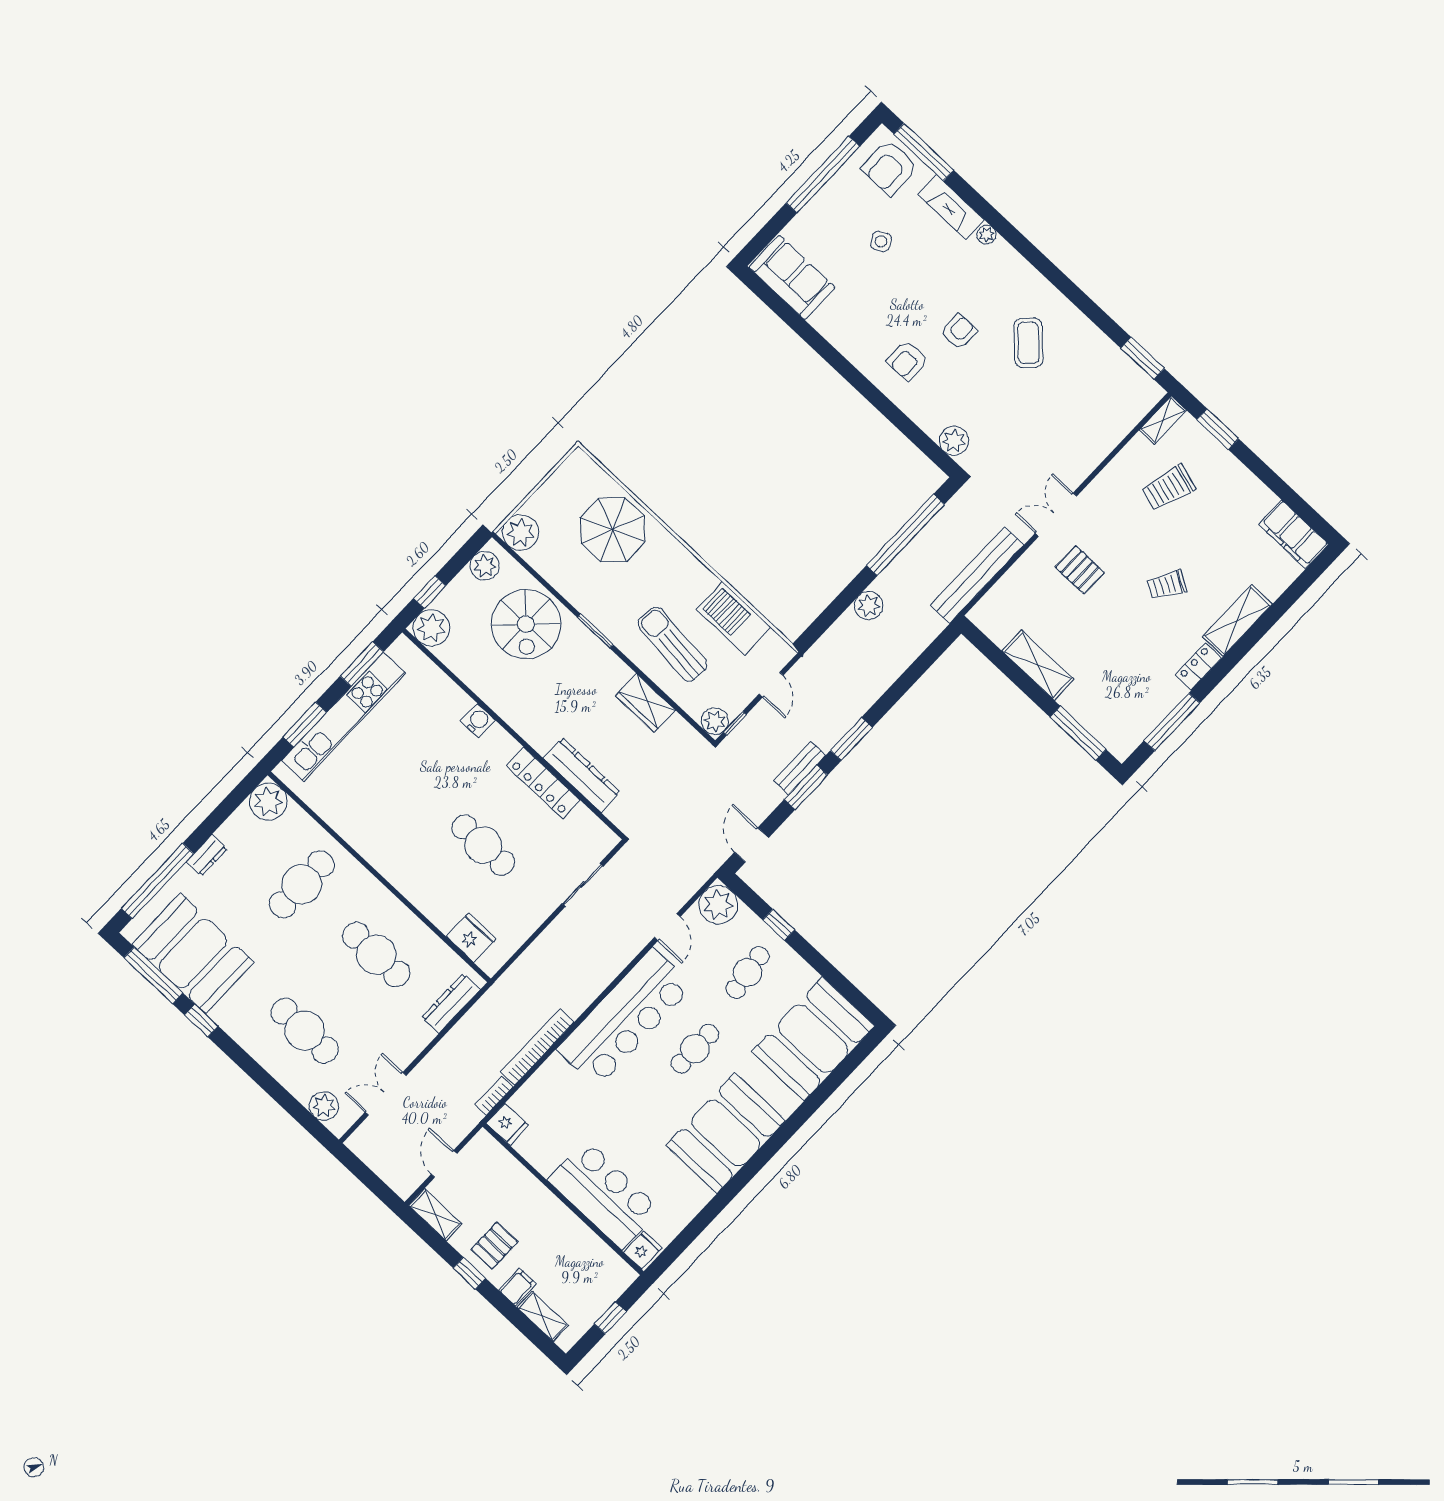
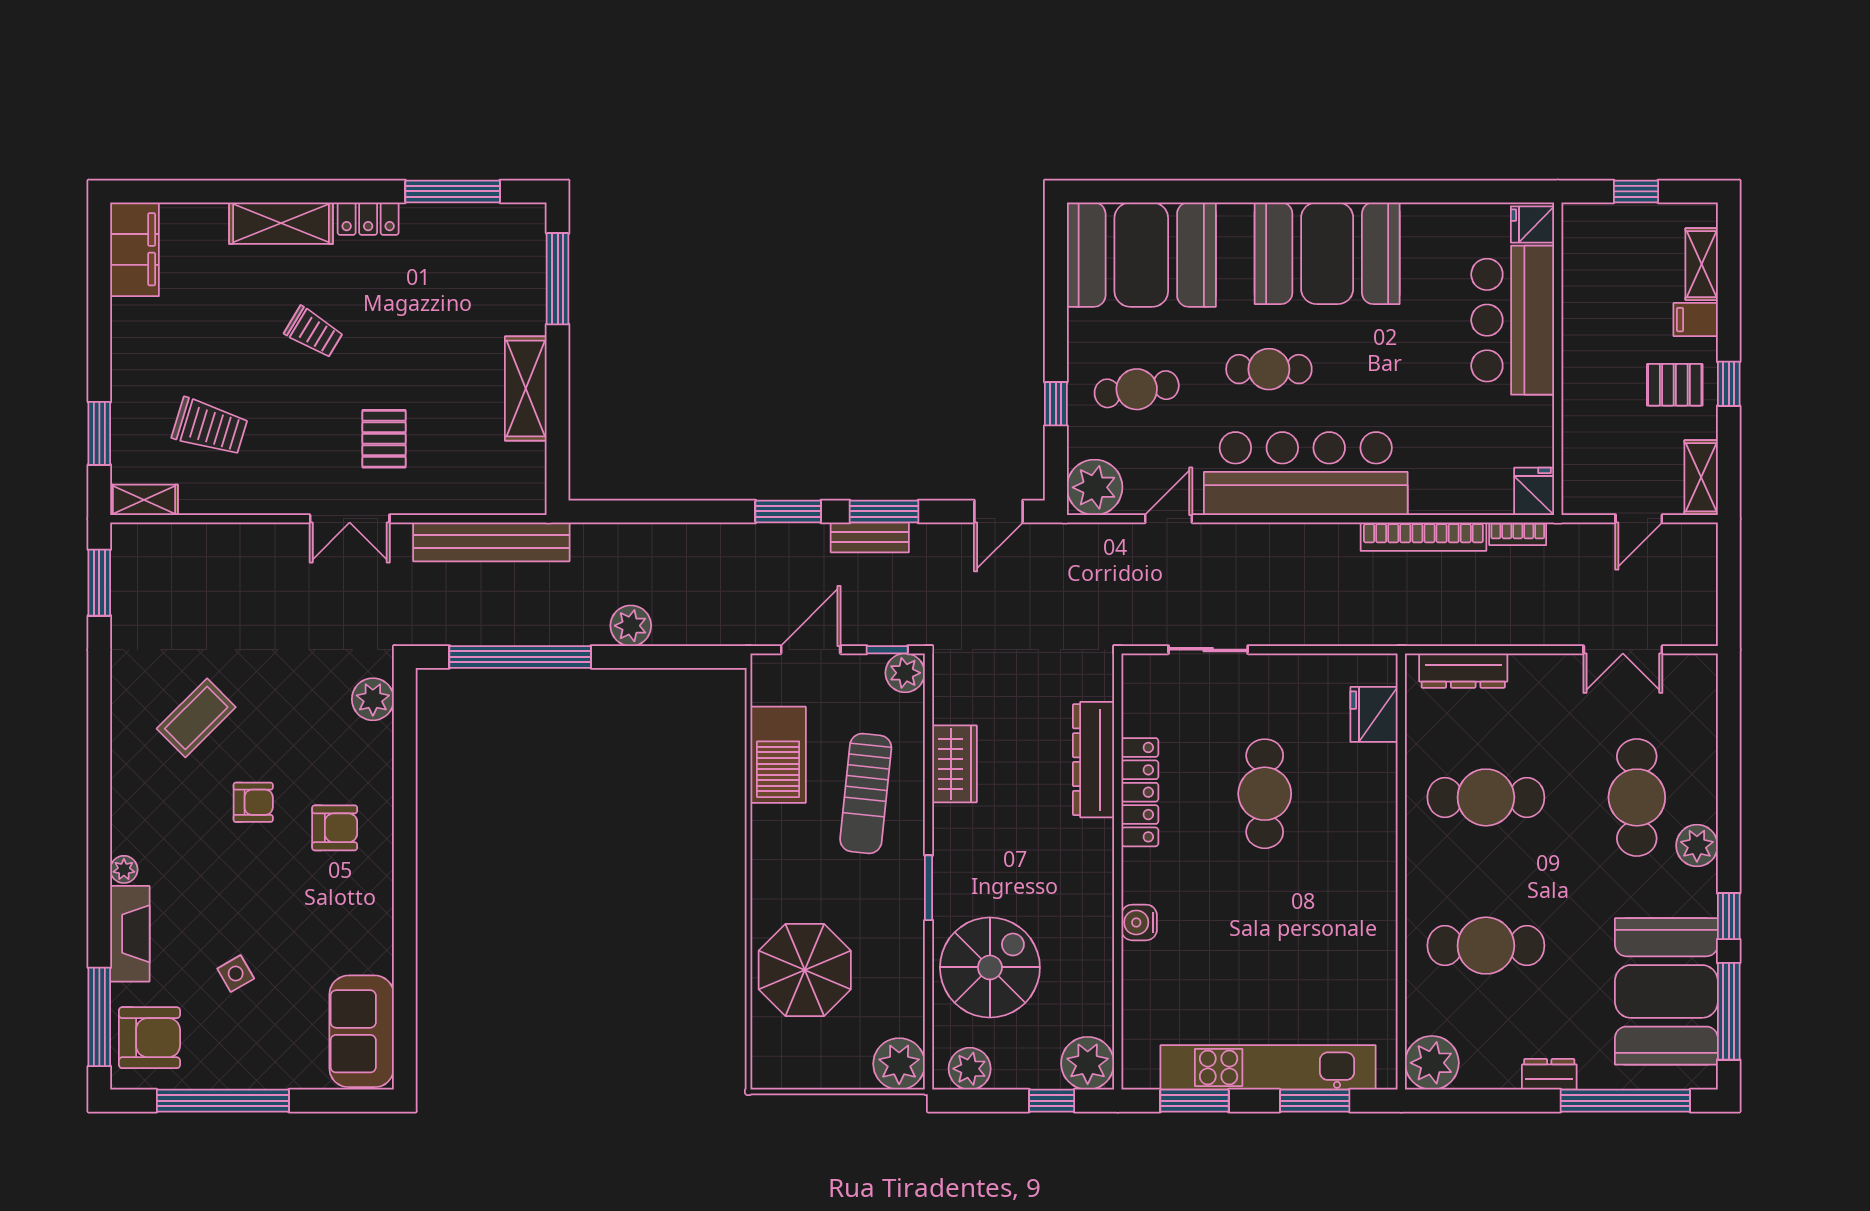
armchair: (959, 331) -> (253, 802), turned 180
door: (771, 685) -> (811, 650), width x1.38
cafe table: (376, 955) -> (1486, 797), turned 90
plant: (324, 1106) -> (1697, 846), moved

